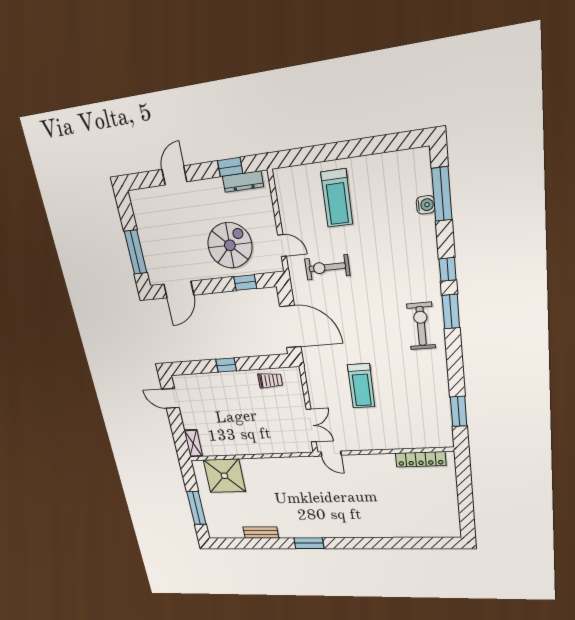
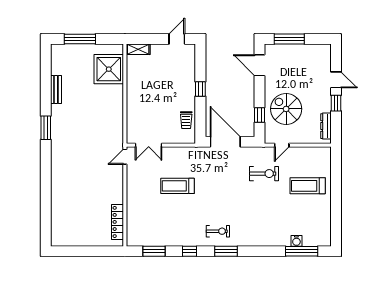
window: (230, 167) -> (336, 103), moved
spiral stairs: (230, 245) -> (286, 109), turned 180
exercise bike: (327, 267) -> (264, 174), turned 90
window: (448, 269) -> (190, 251), moved
exercise bike: (421, 326) -> (218, 231), width x0.73, depth x0.72
door: (290, 327) -> (225, 142), swing flipped

